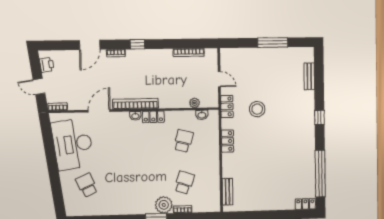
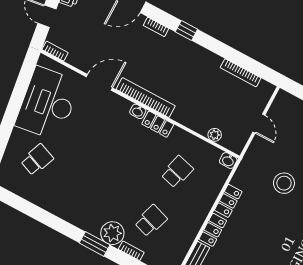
locker: (227, 106) -> (213, 230), moved
washbasin: (202, 115) -> (228, 160), moved
school desk: (87, 185) -> (37, 160), turned 45

